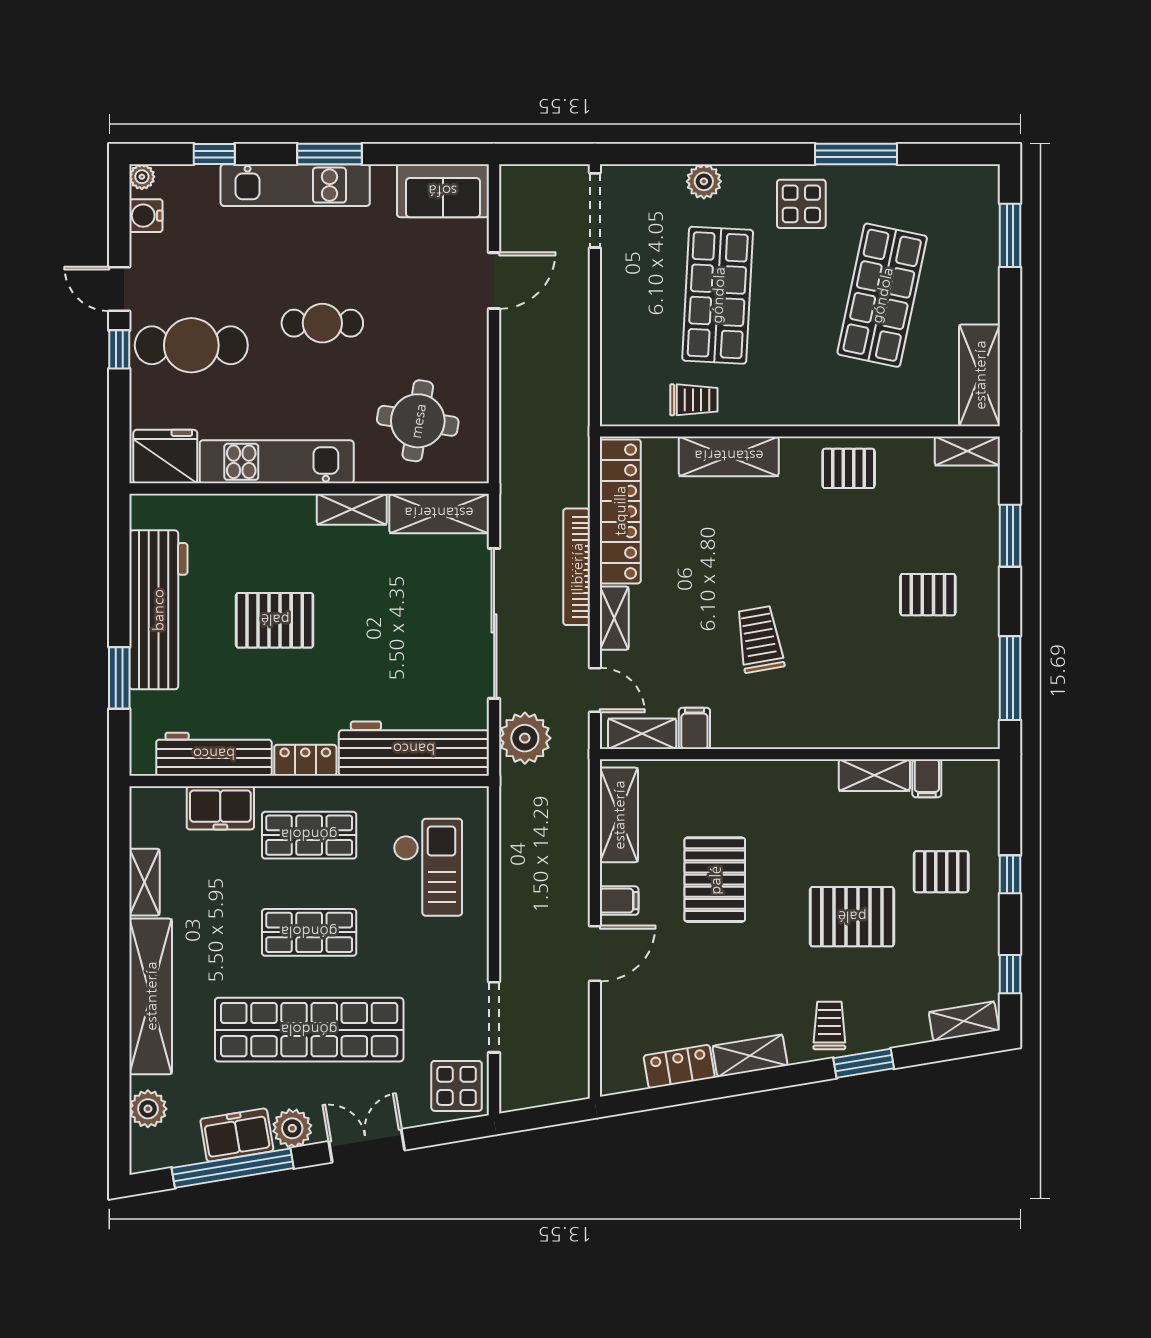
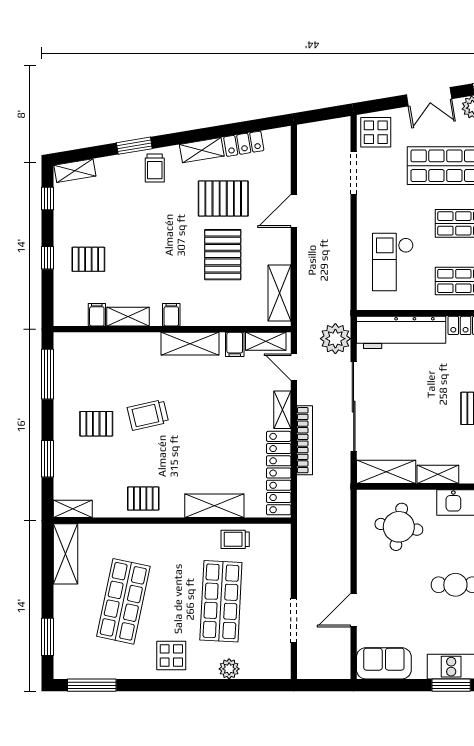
window: (856, 154) -> (92, 685), moved
doorway: (595, 210) -> (294, 621), moved
trolley: (760, 639) -> (148, 415), moved, turned 87
shelving: (770, 730) -> (190, 344), added
filing cabinet: (619, 901) -> (171, 315), moved, turned 90
pallet: (852, 917) -> (223, 198), moved

